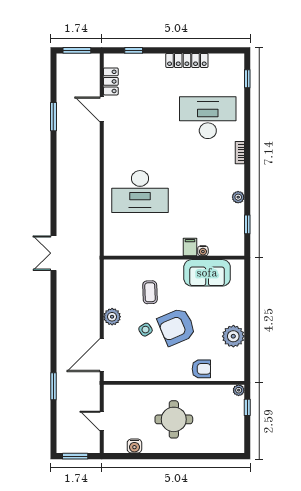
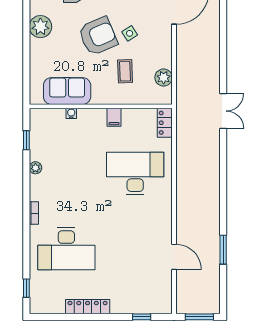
locker: (111, 81) -> (165, 123), moved
filing cabinet: (190, 247) -> (114, 117), moved
plant: (112, 317) -> (164, 78), moved

